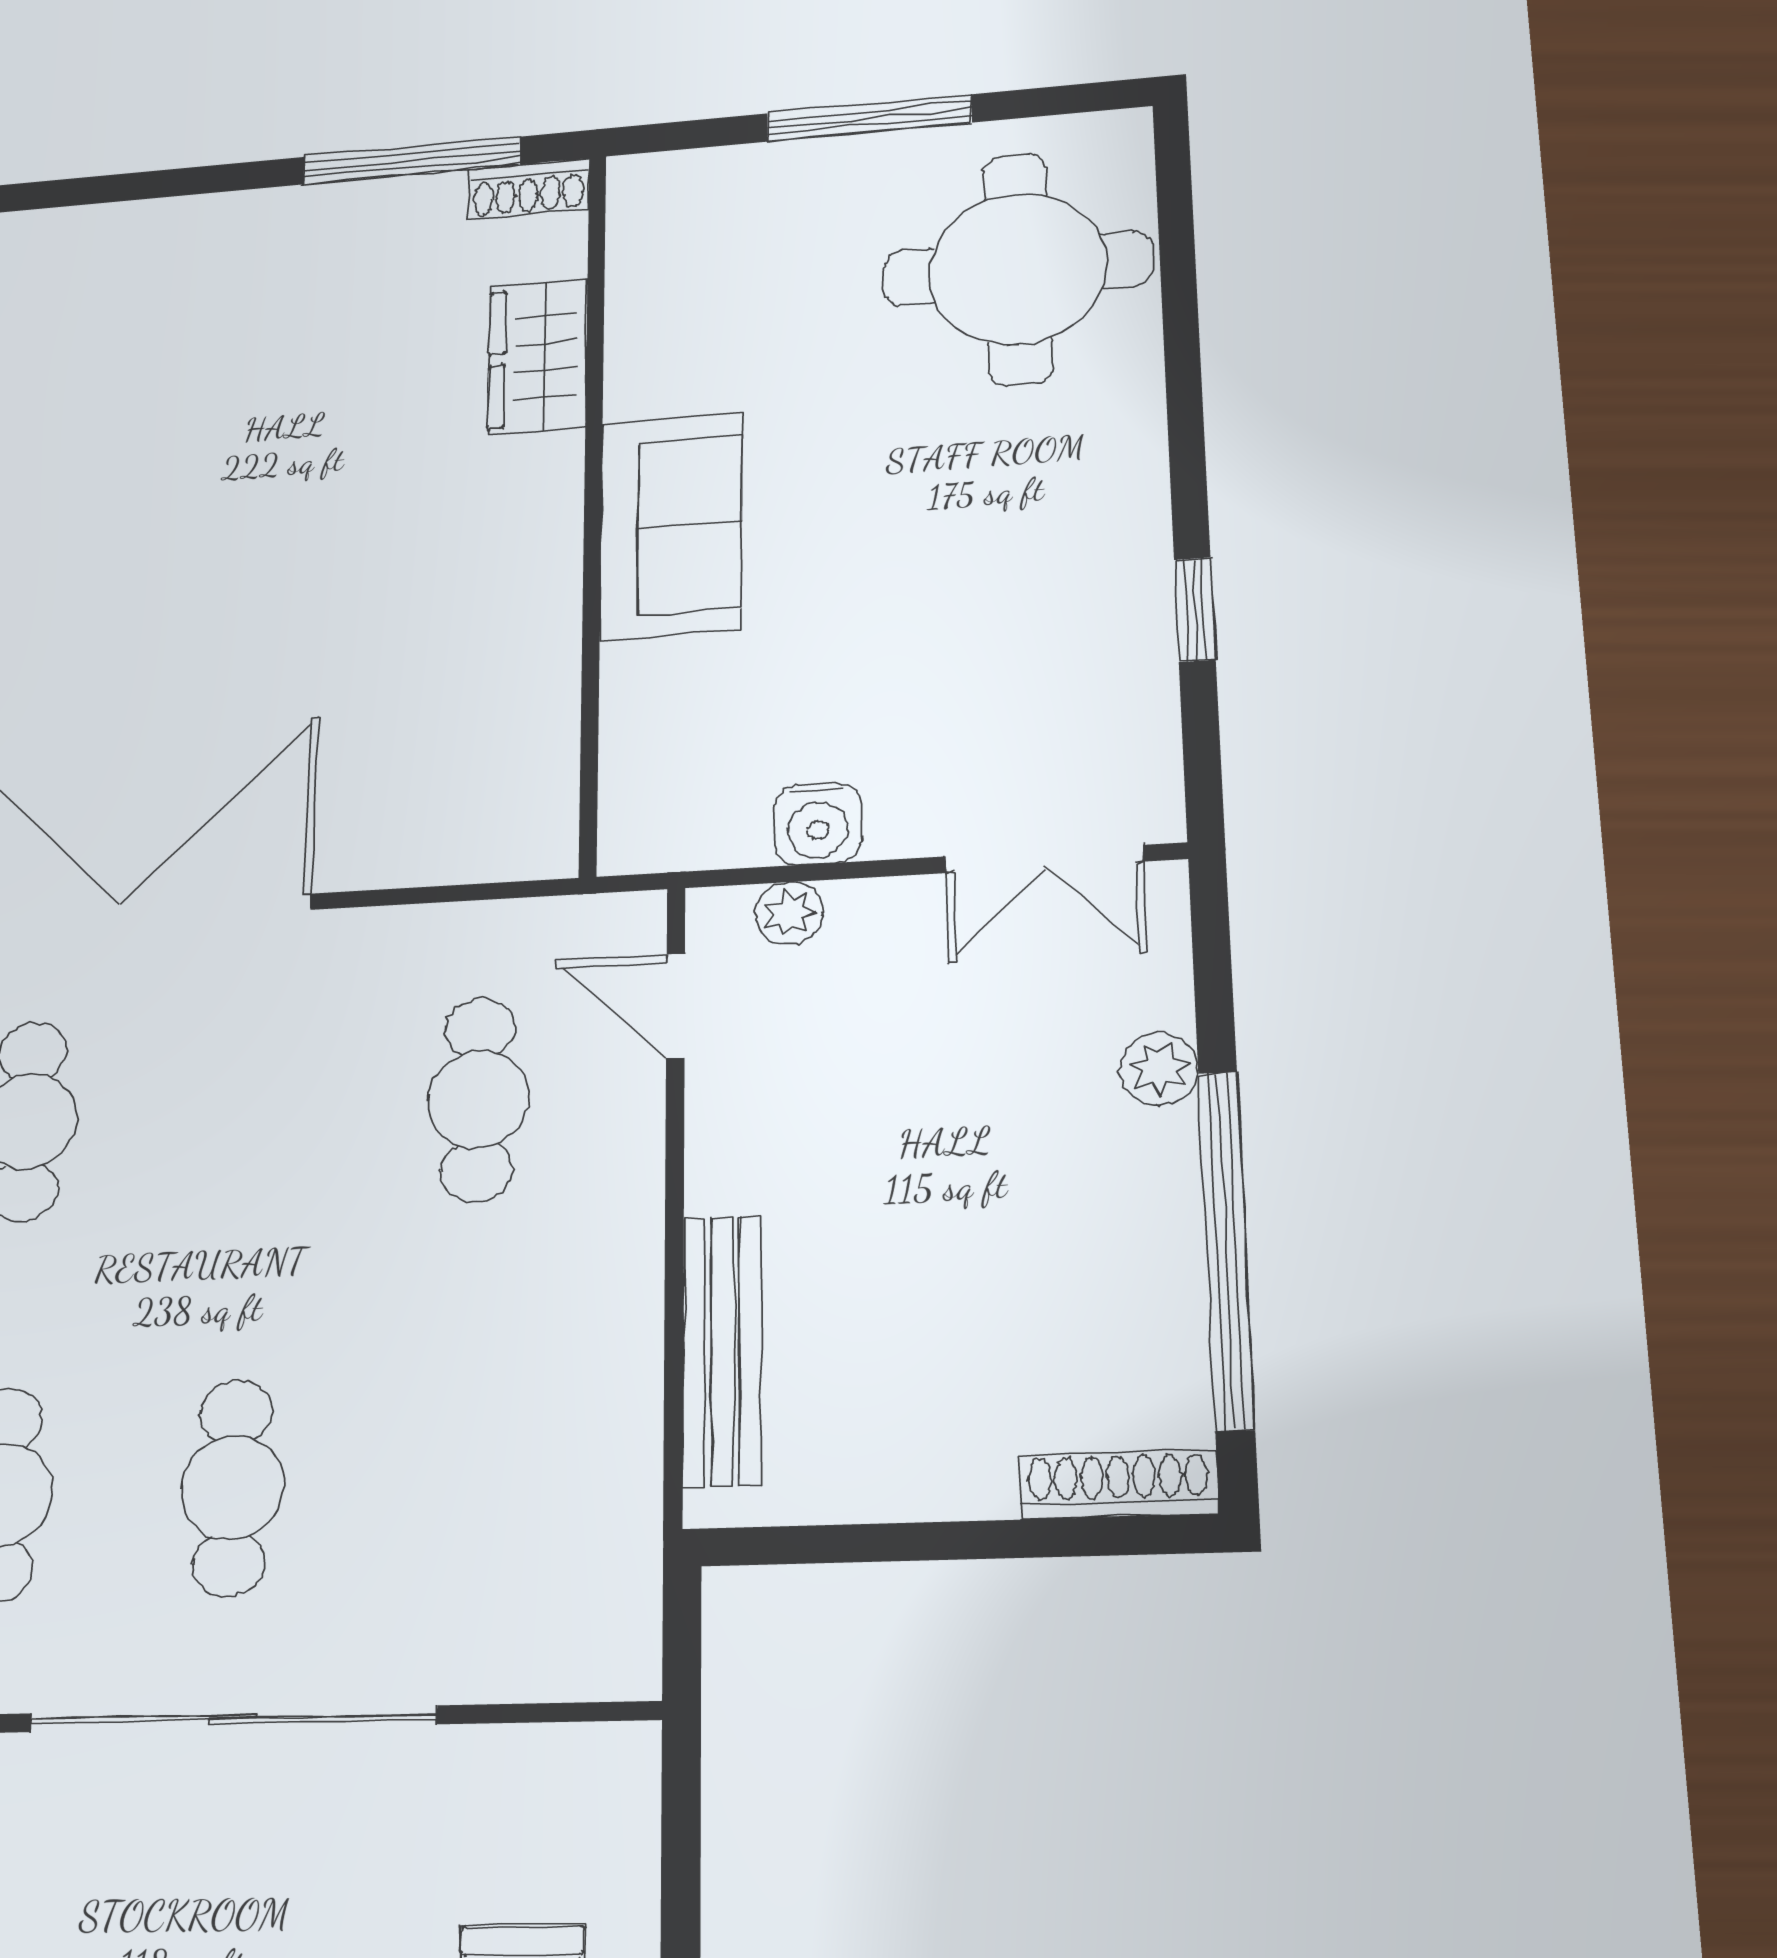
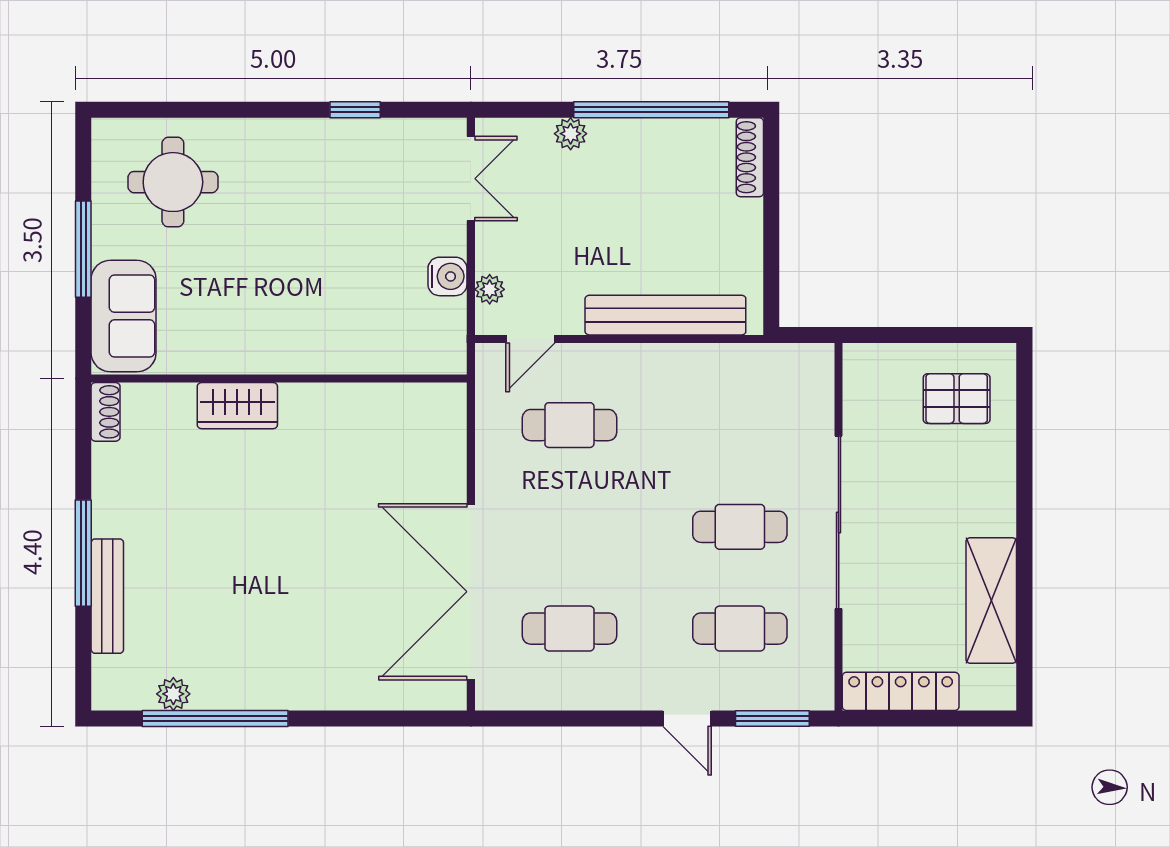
window: (412, 161) -> (83, 553), moved
bench: (154, 226) -> (107, 596), added
round table: (1018, 269) -> (173, 182), width x0.73, depth x0.73
wardrobe: (538, 357) -> (237, 406), moved
sofa: (671, 526) -> (124, 316), moved, turned 90
bench: (722, 1350) -> (665, 315), width x1.37, depth x1.21

